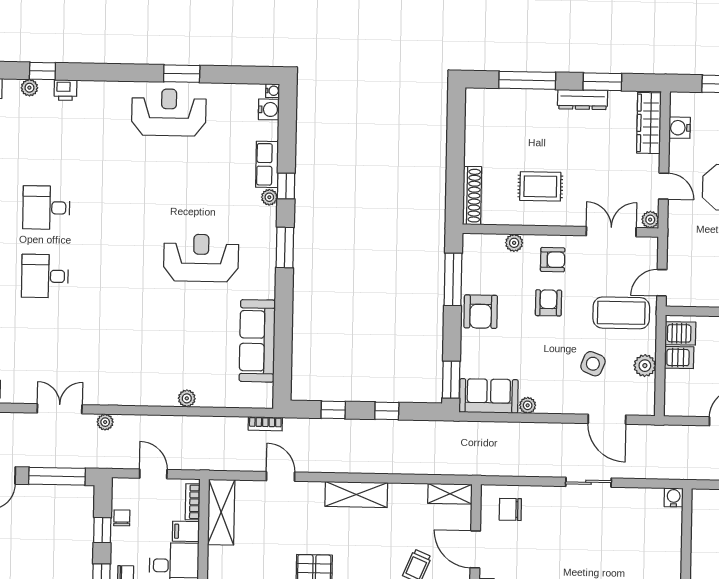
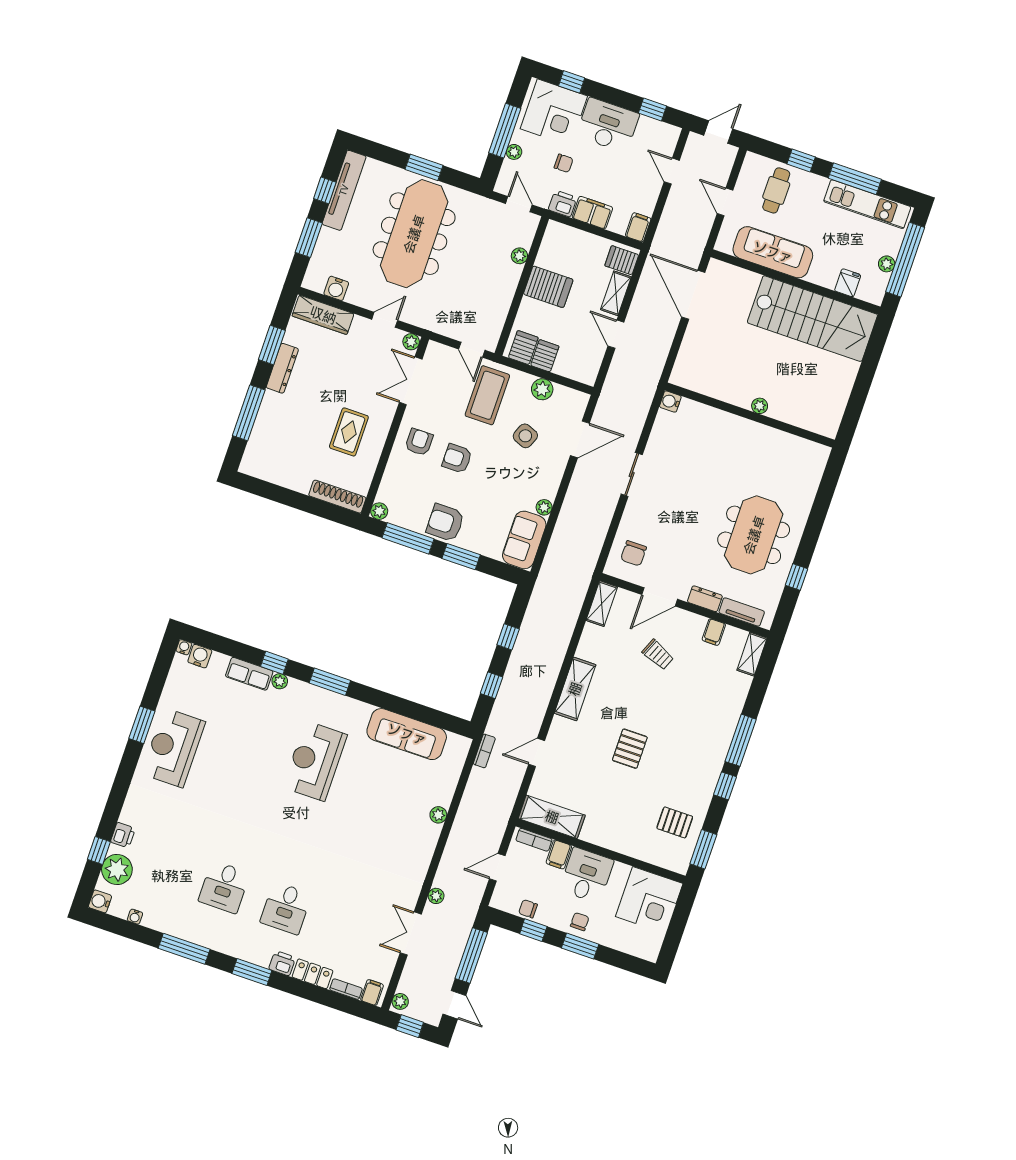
plant: (29, 88) -> (117, 870), width x1.87, depth x1.87
plant: (514, 243) -> (379, 511), moved
armchair: (481, 312) -> (445, 523), turned 180
window: (451, 380) -> (461, 557), moved

